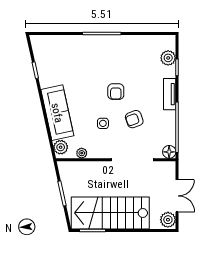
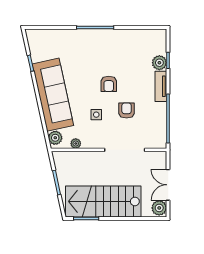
plant: (168, 58) -> (159, 63), moved
sofa: (57, 113) -> (53, 95), width x1.36, depth x1.27
armchair: (134, 119) -> (127, 111), turned 110
floor lamp: (169, 152) -> (160, 142), removed
double door: (177, 196) -> (168, 185), swing flipped

